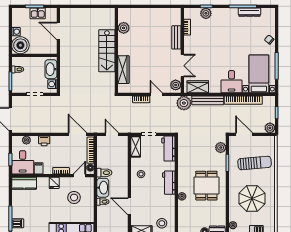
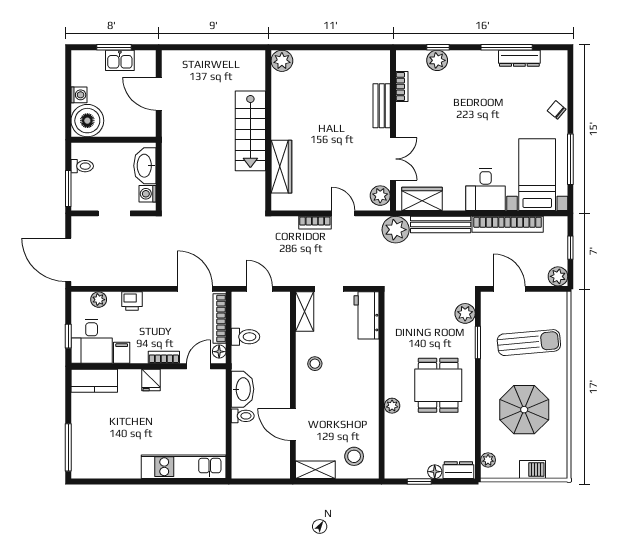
plant: (124, 28) -> (282, 61), moved
toilet: (104, 173) -> (246, 337), moved
workbench: (169, 183) -> (367, 380), removed
stool: (74, 197) -> (188, 408), removed
dishwasher: (18, 223) -> (82, 456), removed

